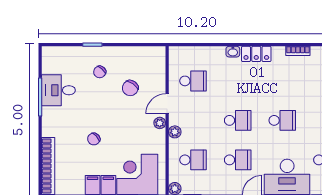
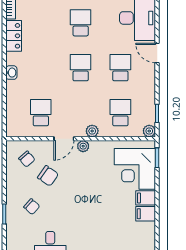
locker: (256, 54) -> (14, 36), moved
door: (167, 104) -> (64, 139), hinge flipped
chair: (94, 139) -> (27, 159), moved

